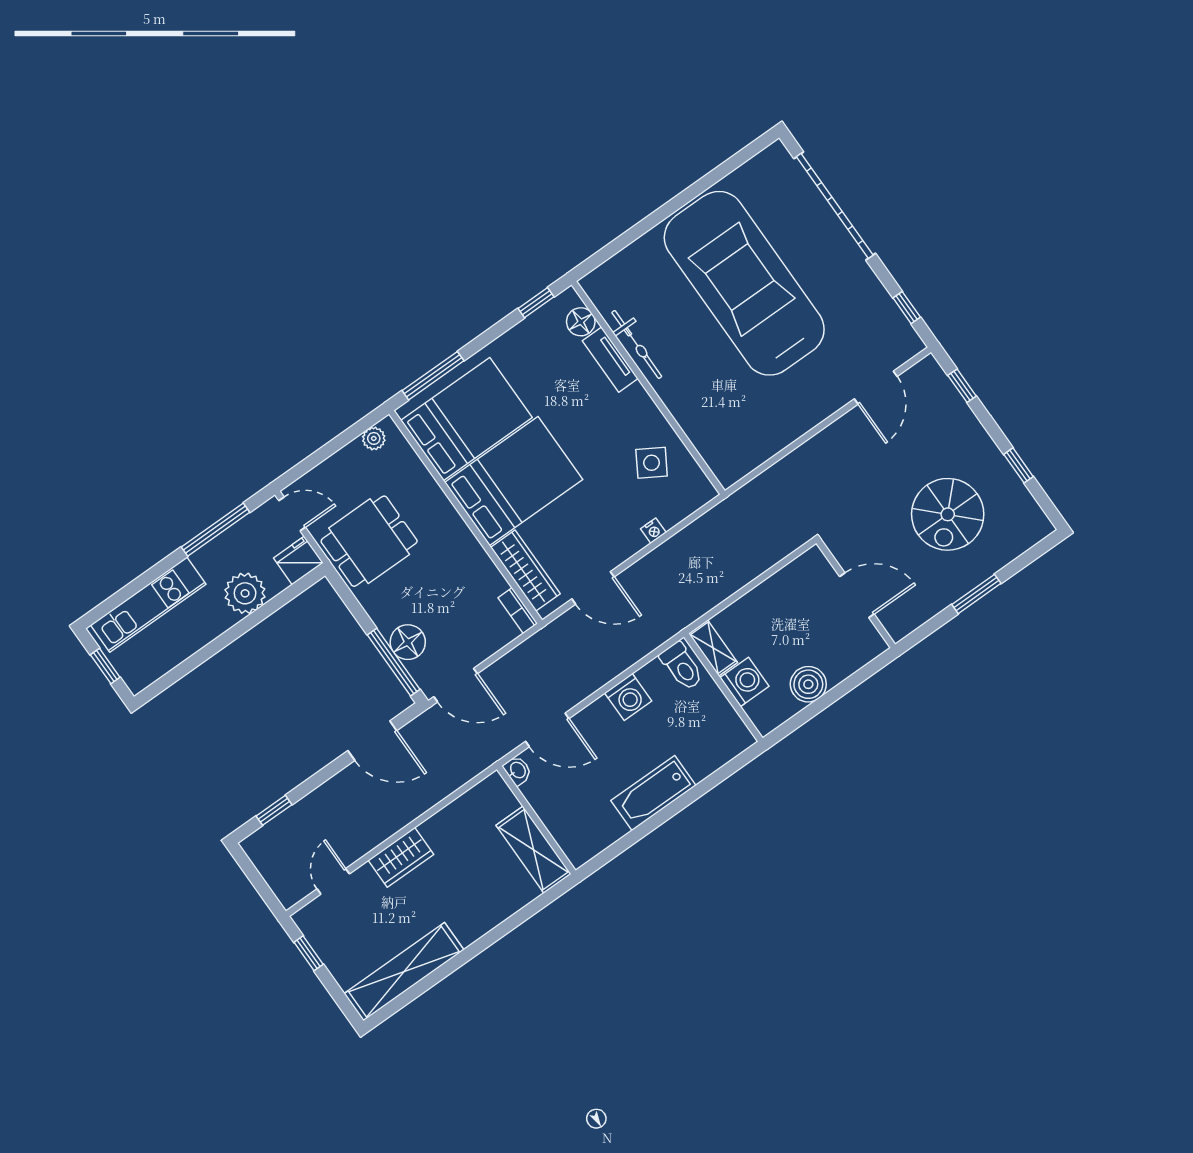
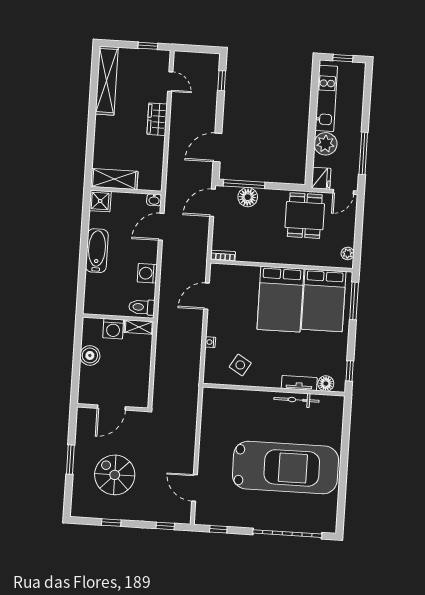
wardrobe: (525, 571) -> (238, 273), removed
kitchen unit: (148, 605) -> (326, 98), moved, turned 180
shower: (580, 845) -> (100, 201), added

